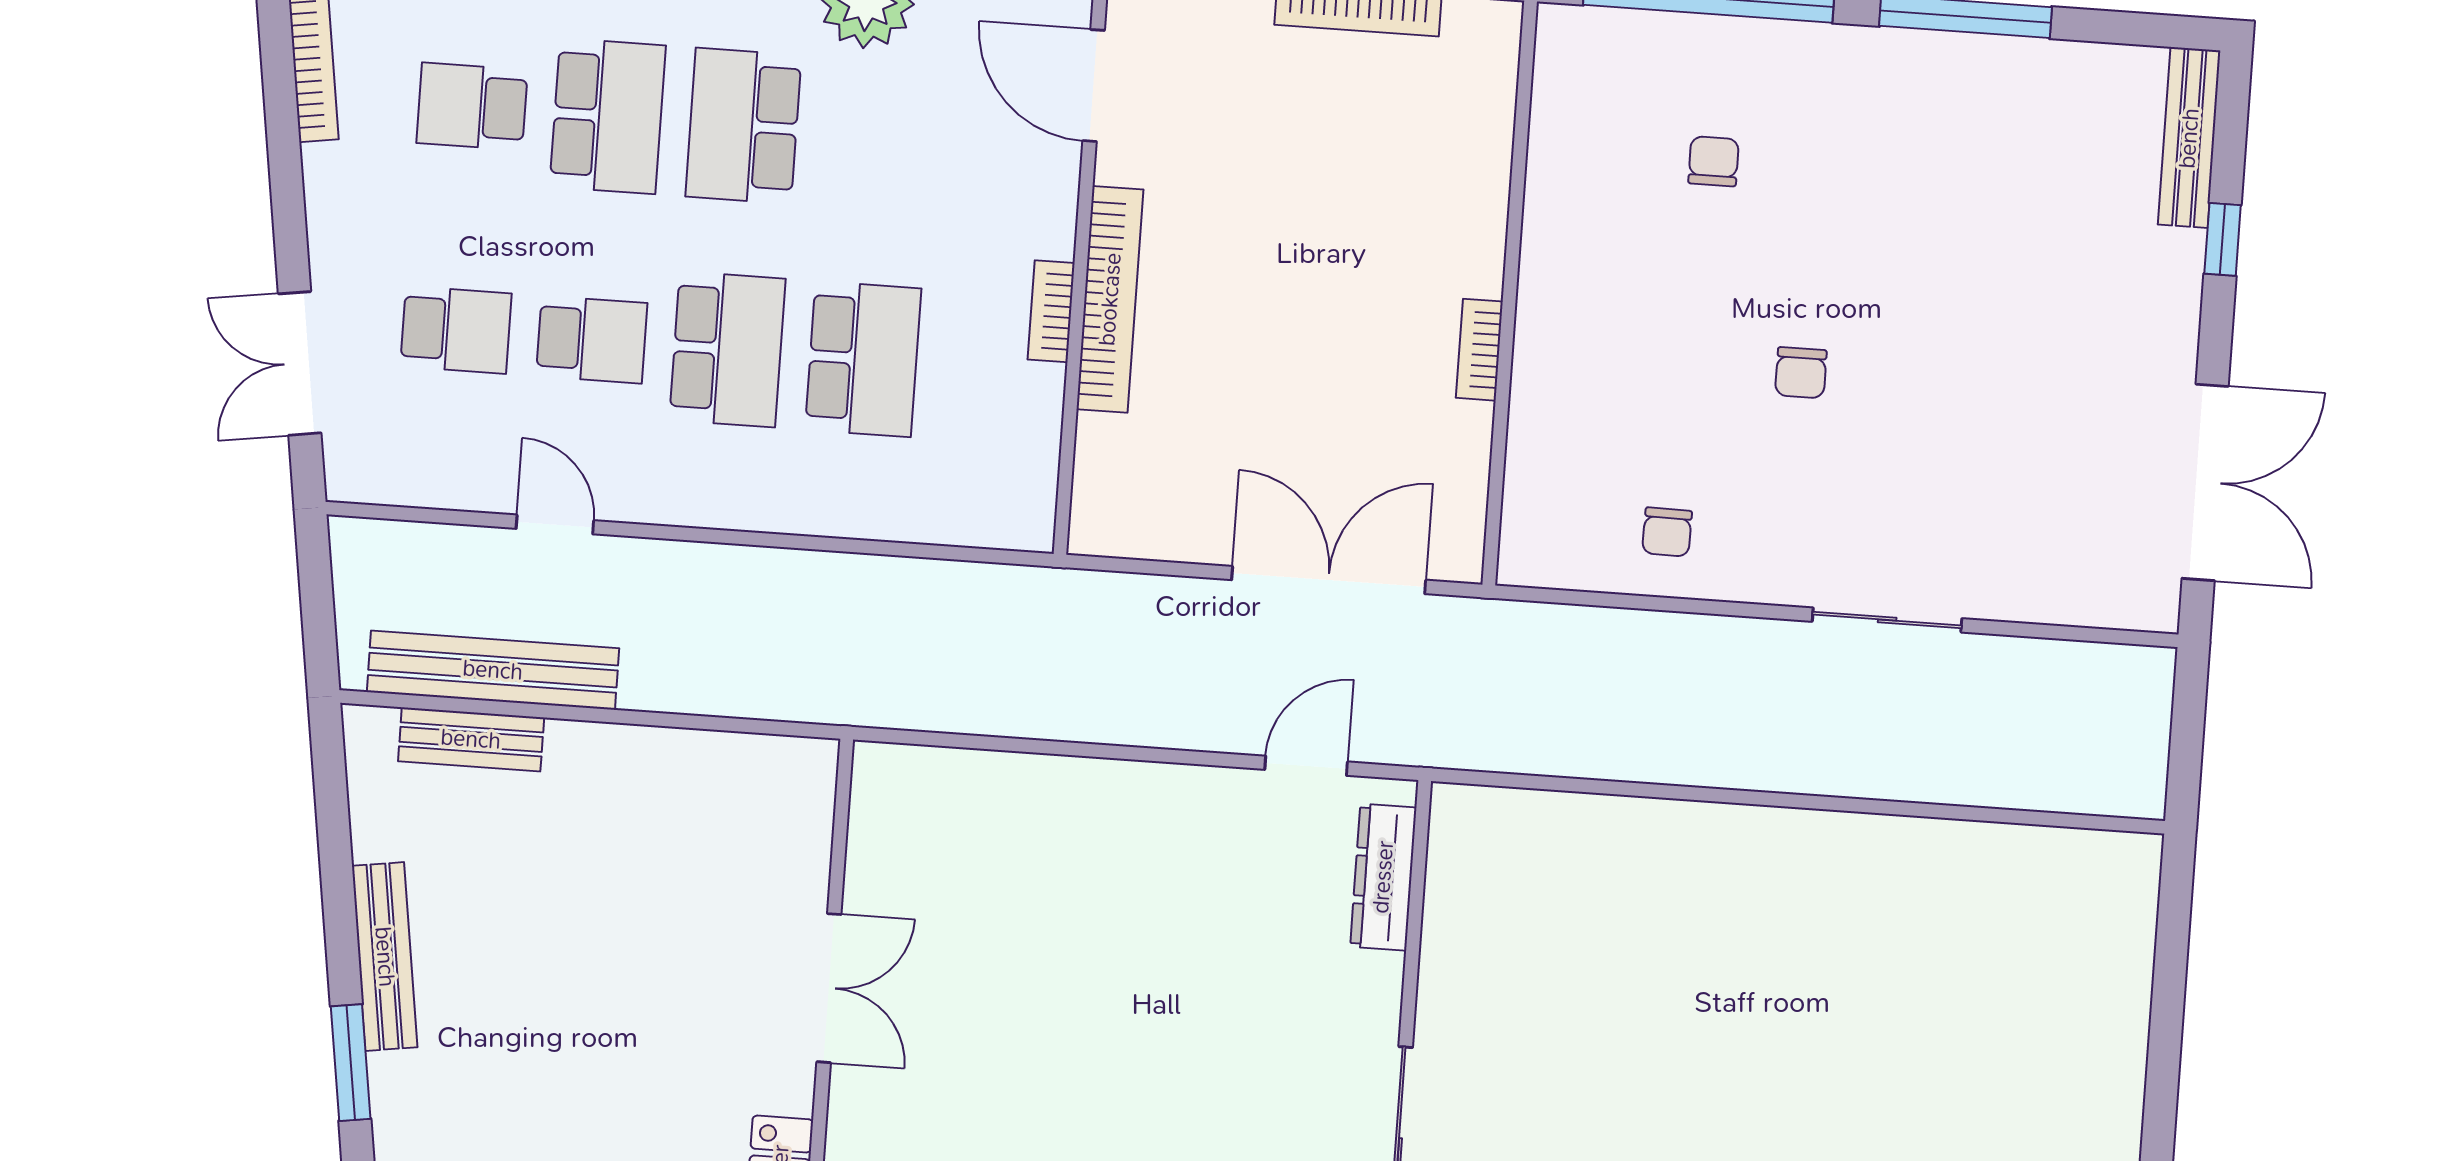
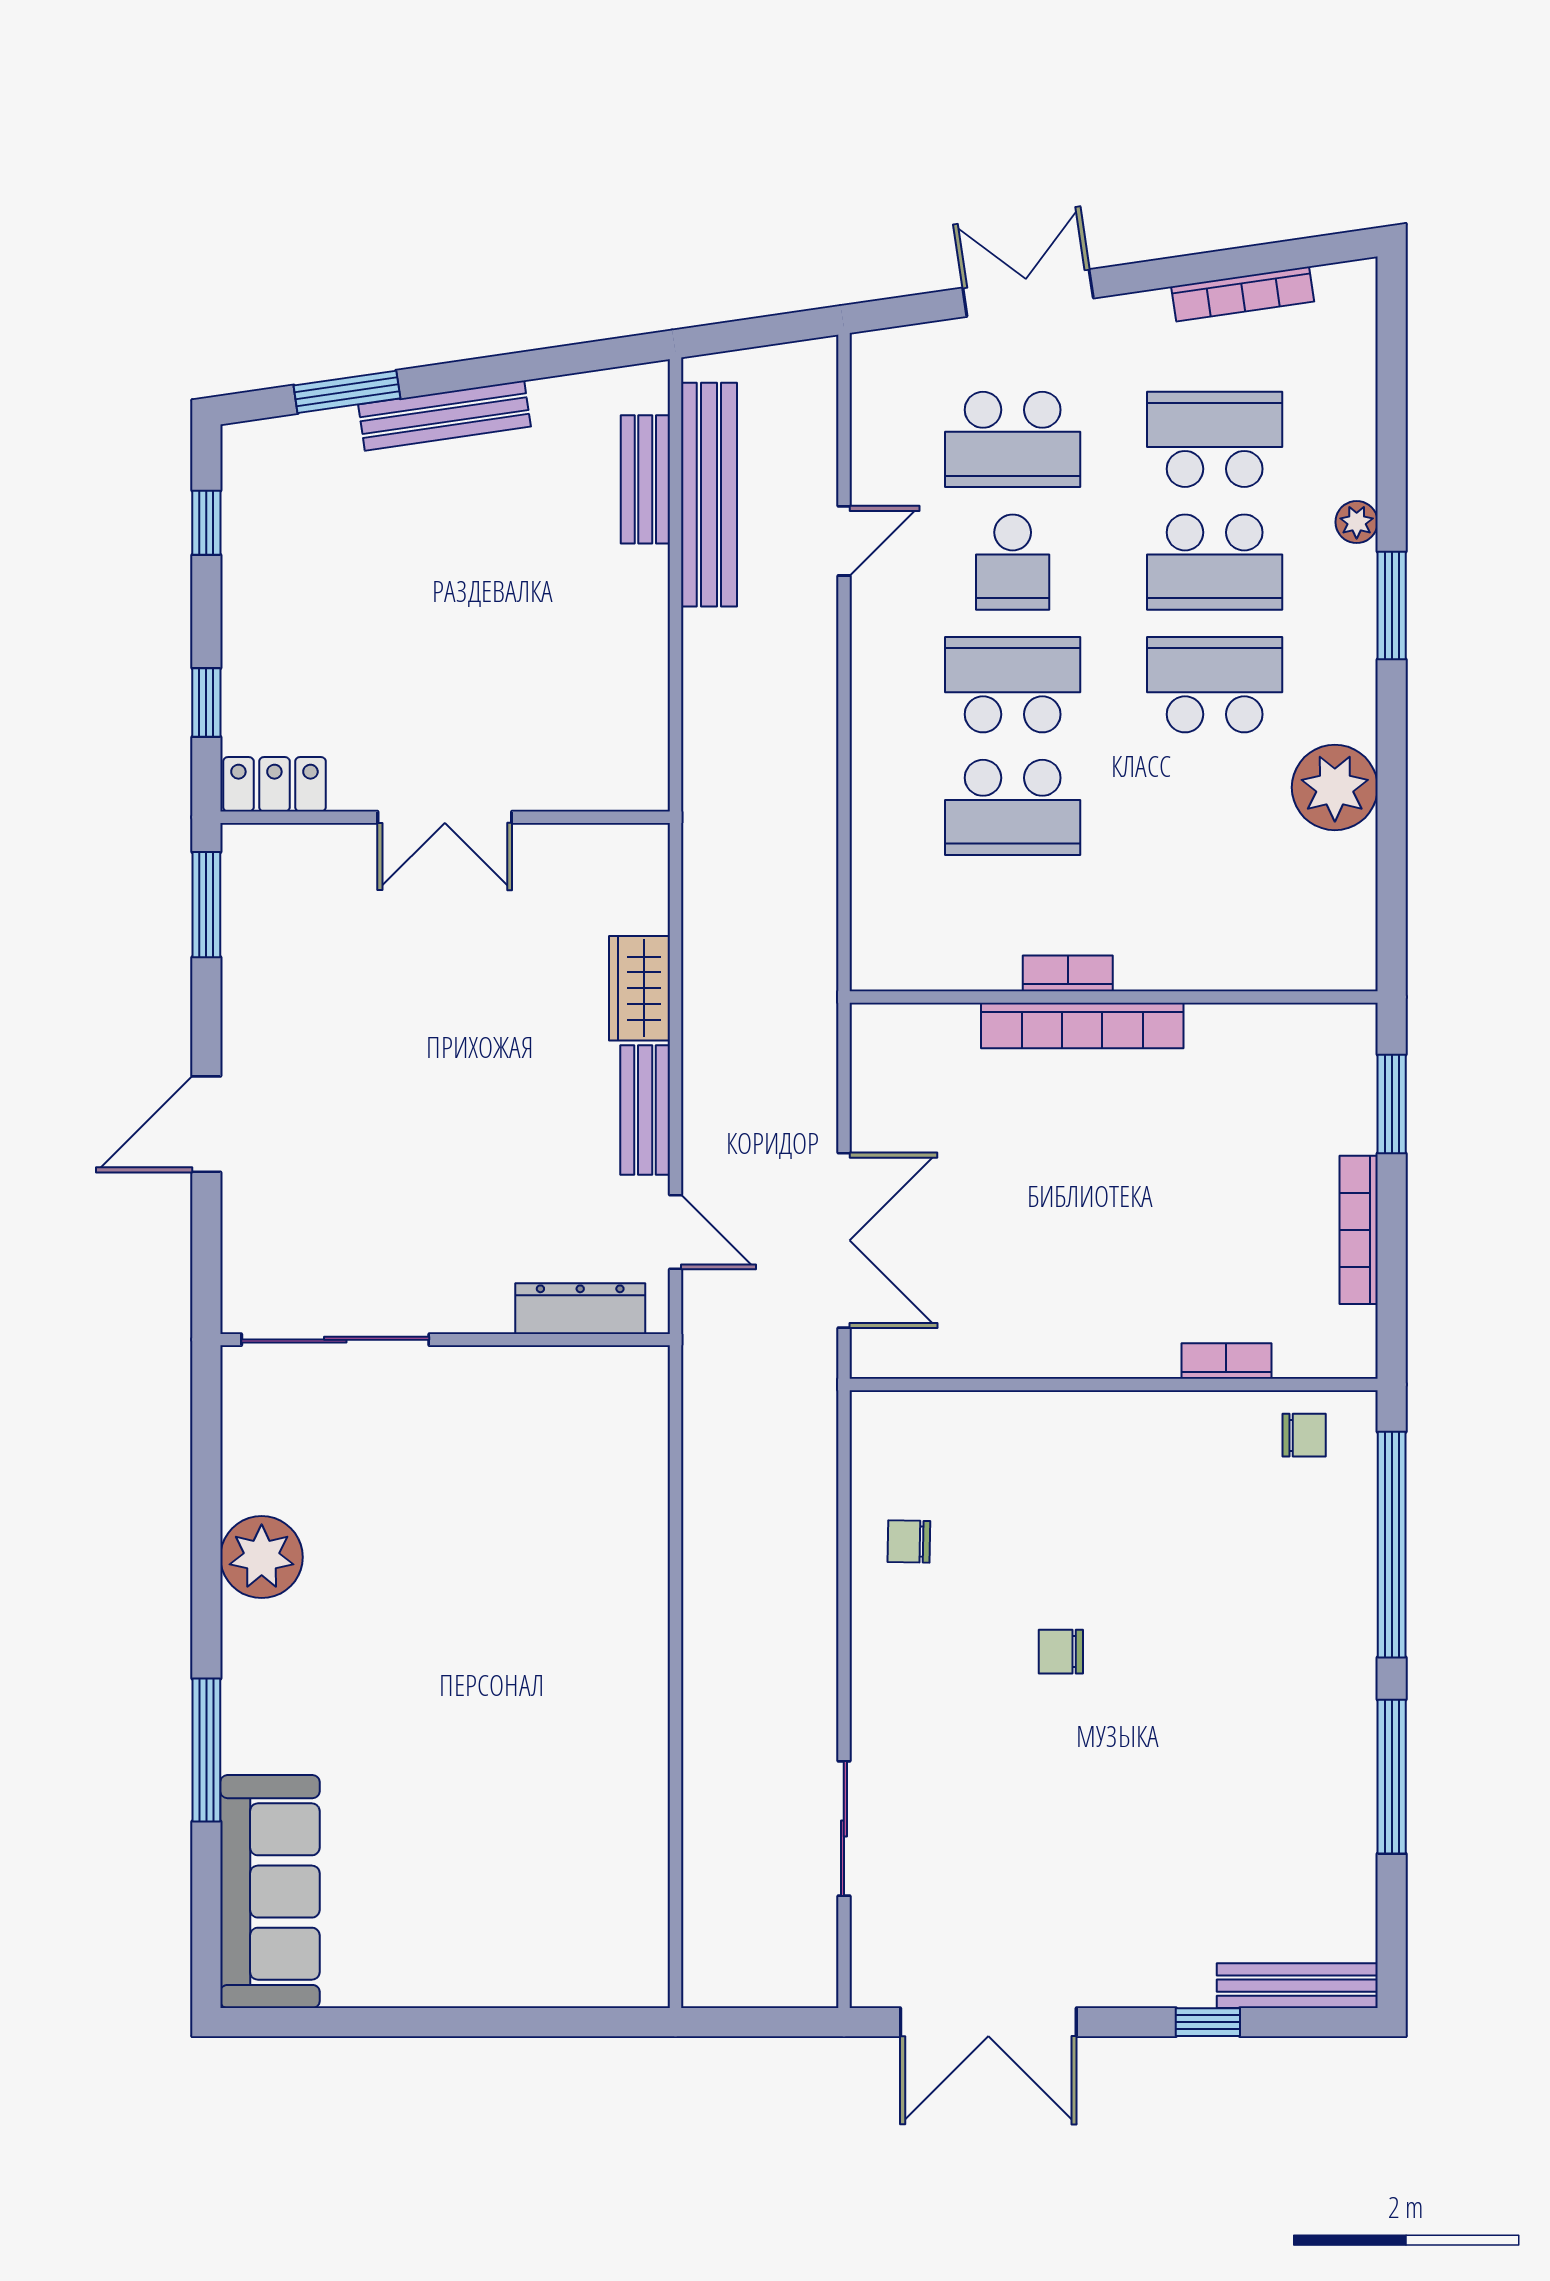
door: (1094, 86) -> (1273, 997), removed
school desk: (472, 106) -> (1215, 439), width x1.85
chair: (1714, 161) -> (1304, 1435), moved
school desk: (456, 330) -> (1013, 439), width x1.85
school desk: (727, 349) -> (1013, 685), turned 180
bookcase: (1479, 350) -> (1226, 1361), moved
double door: (300, 363) -> (1028, 293), moved
sliding door: (1887, 620) -> (844, 1828), moved
wardrobe: (1034, 786) -> (639, 988), added
bench: (1169, 790) -> (645, 1110), added

